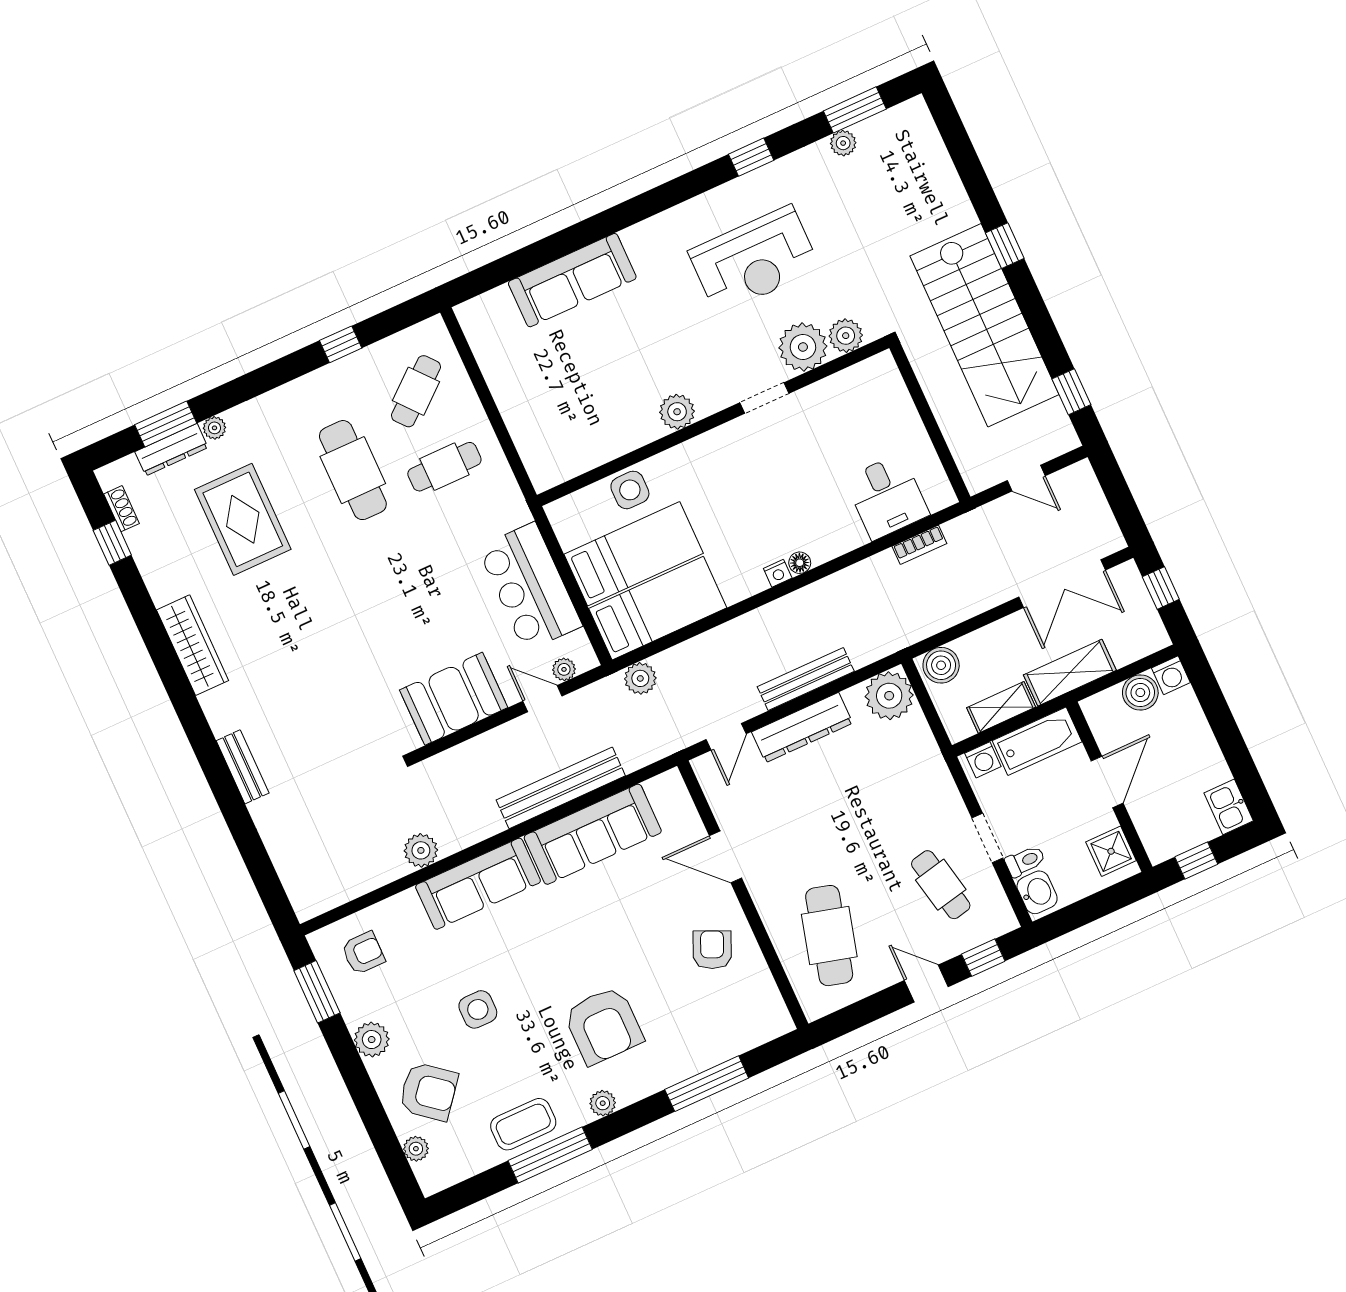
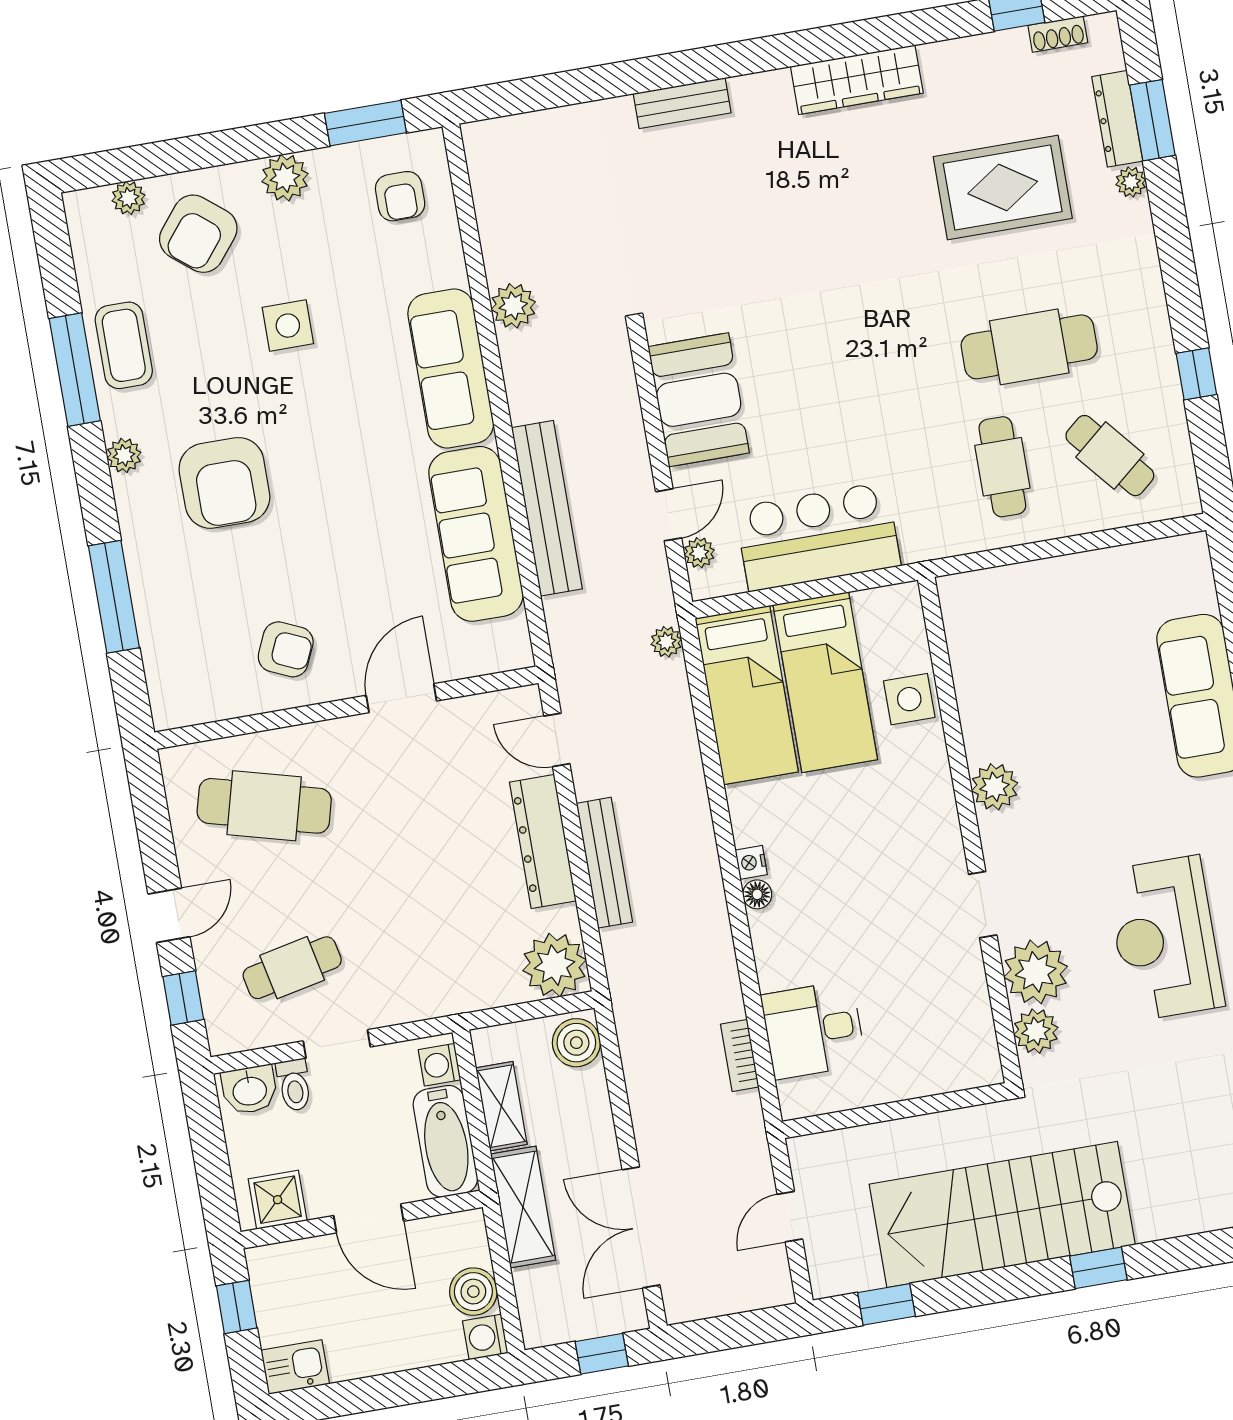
plant: (640, 678) -> (666, 642), width x0.73, depth x0.73
armchair: (603, 1025) -> (224, 483), turned -90

